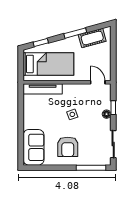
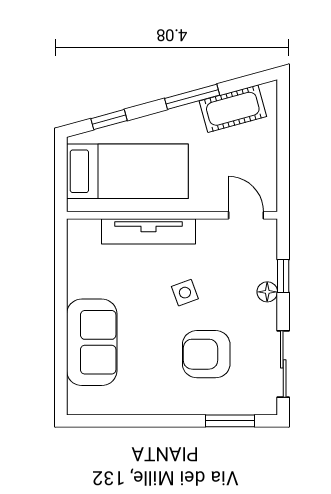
tv unit: (43, 89) -> (148, 231), moved
sofa: (34, 147) -> (92, 342), moved
armchair: (68, 147) -> (206, 354), moved, turned 90
window: (91, 168) -> (230, 421), width x0.69

